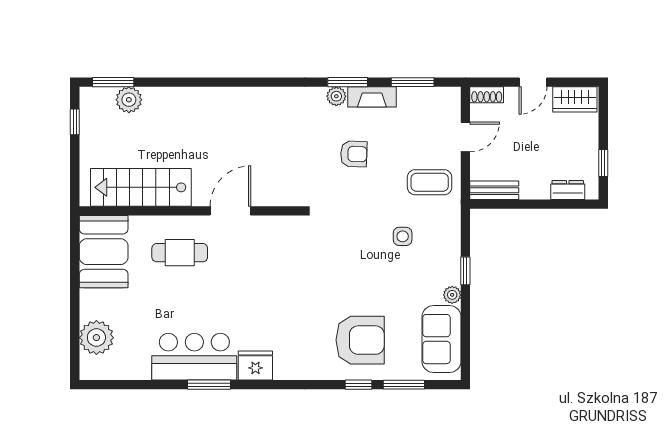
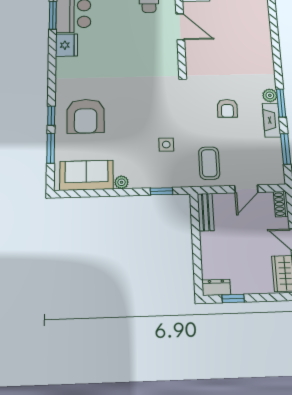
door: (465, 137) -> (246, 189), hinge flipped
dresser: (568, 190) -> (216, 287), moved, turned -90
window: (465, 271) -> (162, 191), moved

